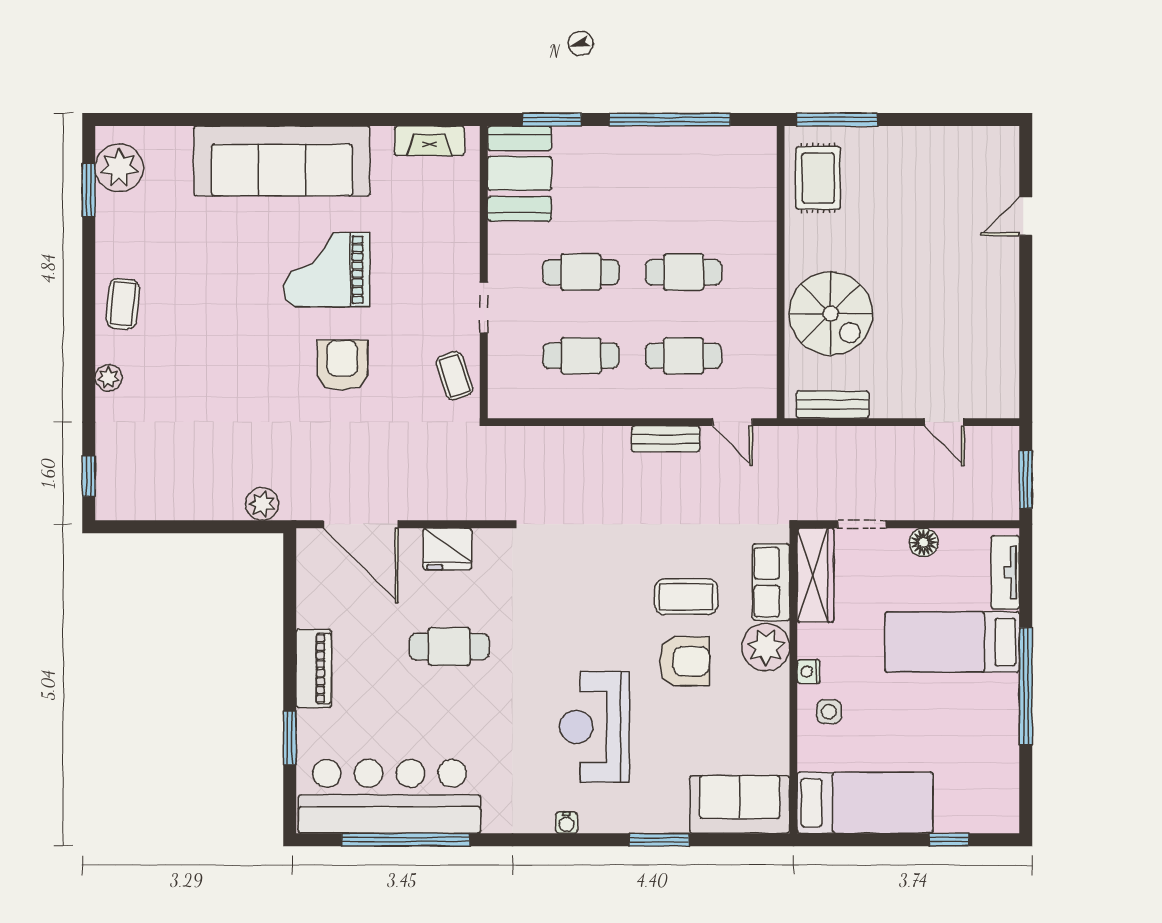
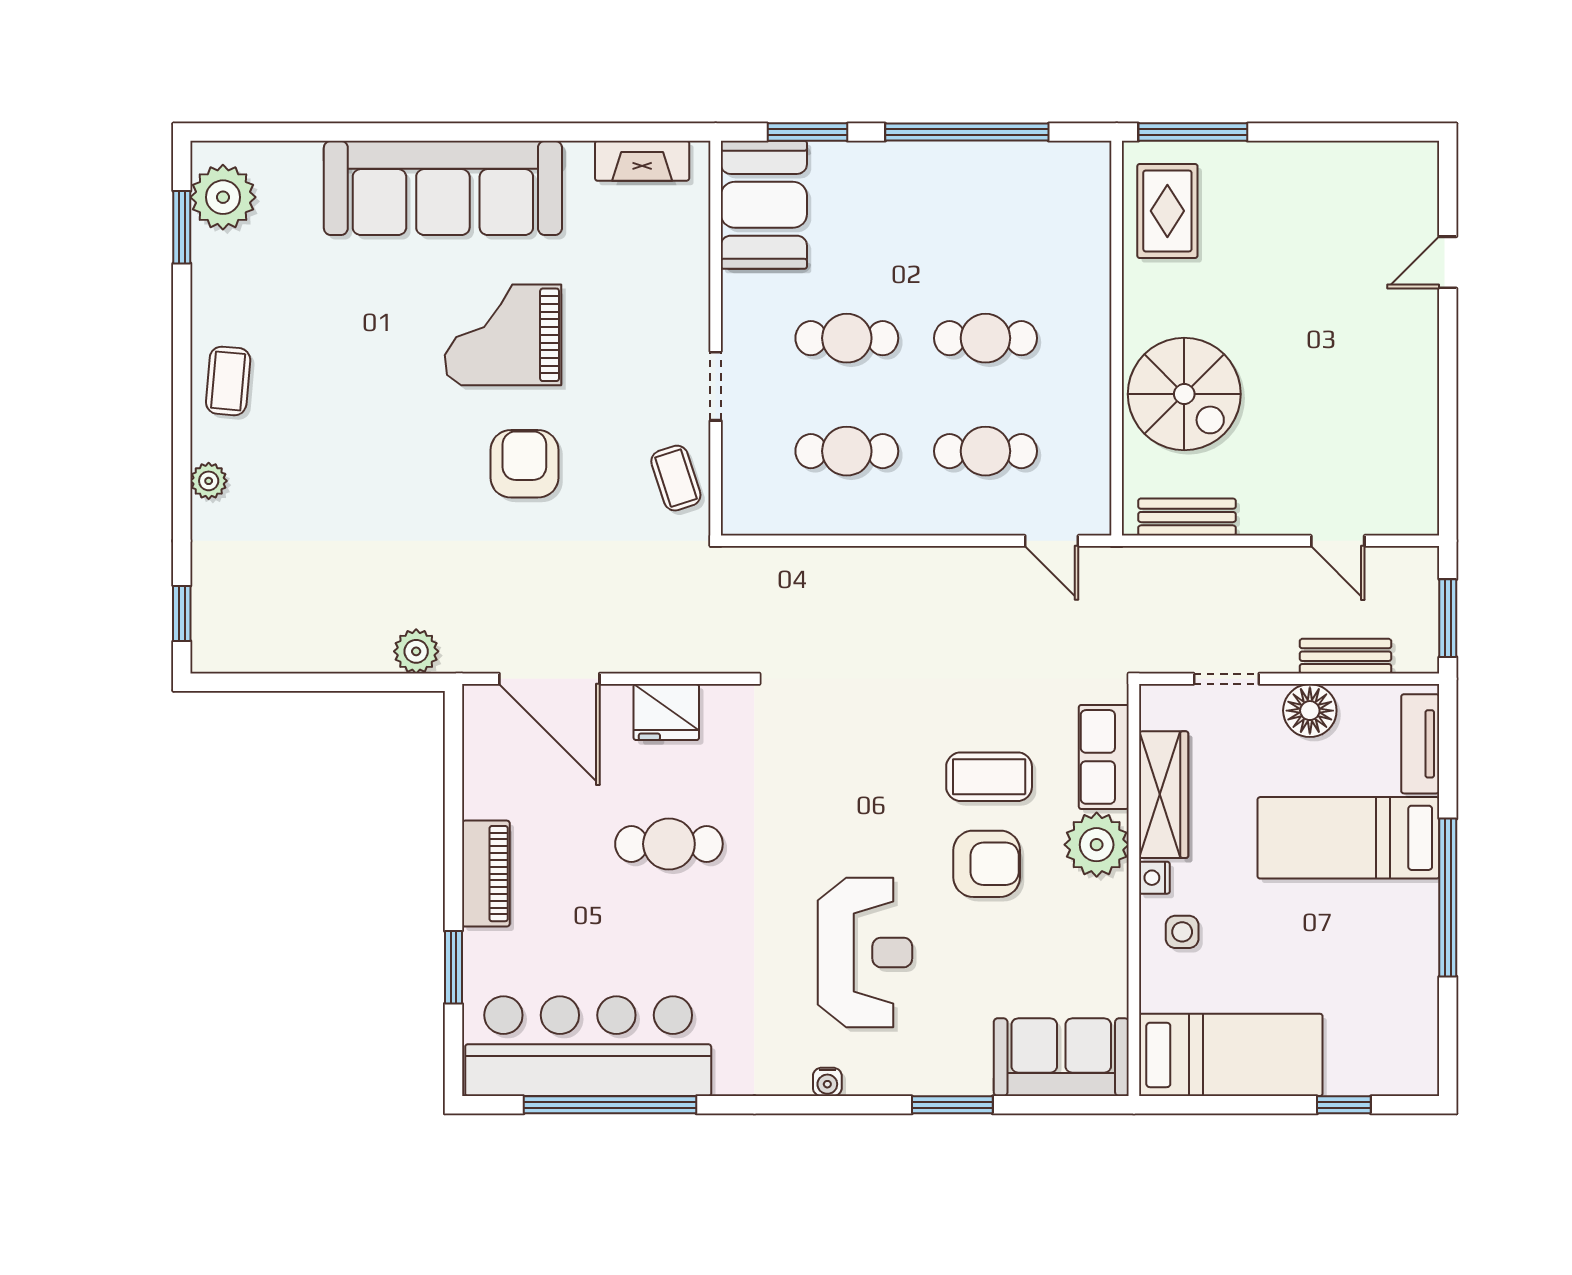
bench: (666, 439) -> (1346, 656), moved
floor lamp: (924, 542) -> (1310, 711), width x1.38, depth x1.38
wardrobe: (815, 575) -> (1164, 795), moved
reception desk: (594, 727) -> (865, 952), turned 180

